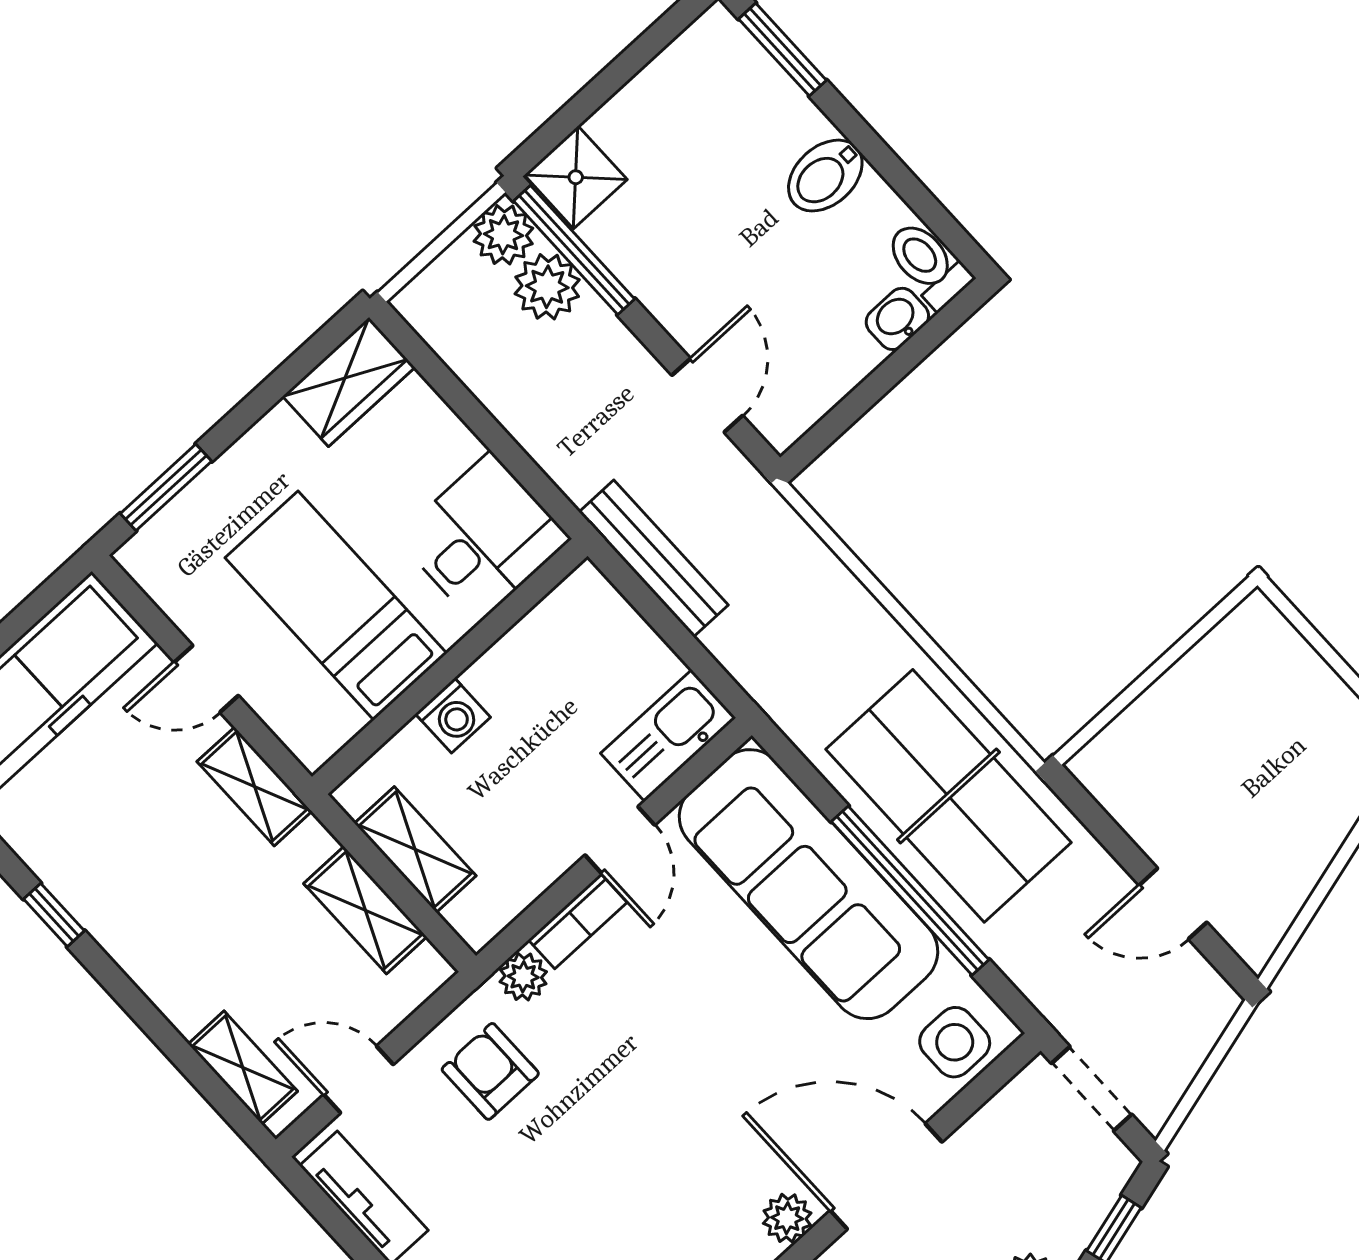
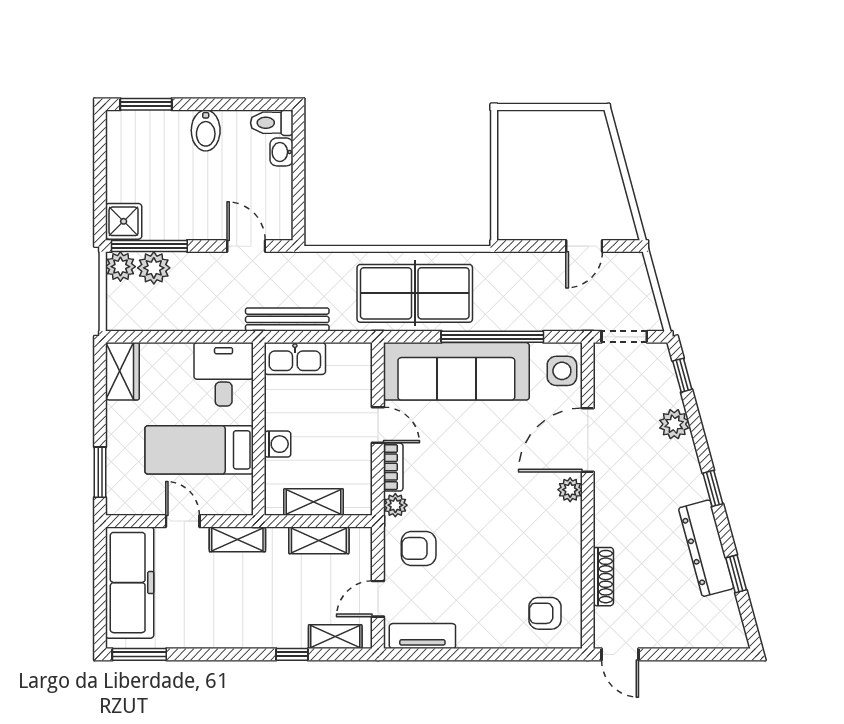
door: (206, 679) -> (183, 521), swing flipped
kitchen sink: (668, 736) -> (295, 358), moved, turned -90
table tennis table: (948, 796) -> (415, 293), moved
window: (54, 915) -> (292, 654), moved

